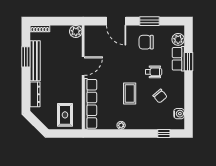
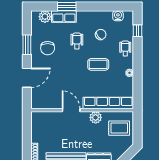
plant: (76, 31) -> (96, 117), moved
wheelchair: (146, 121) -> (125, 48), added

